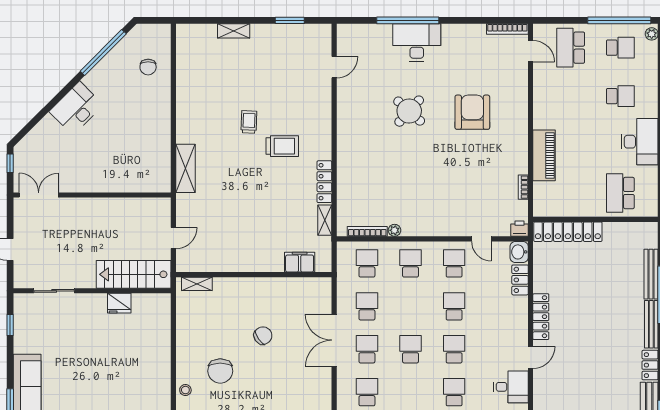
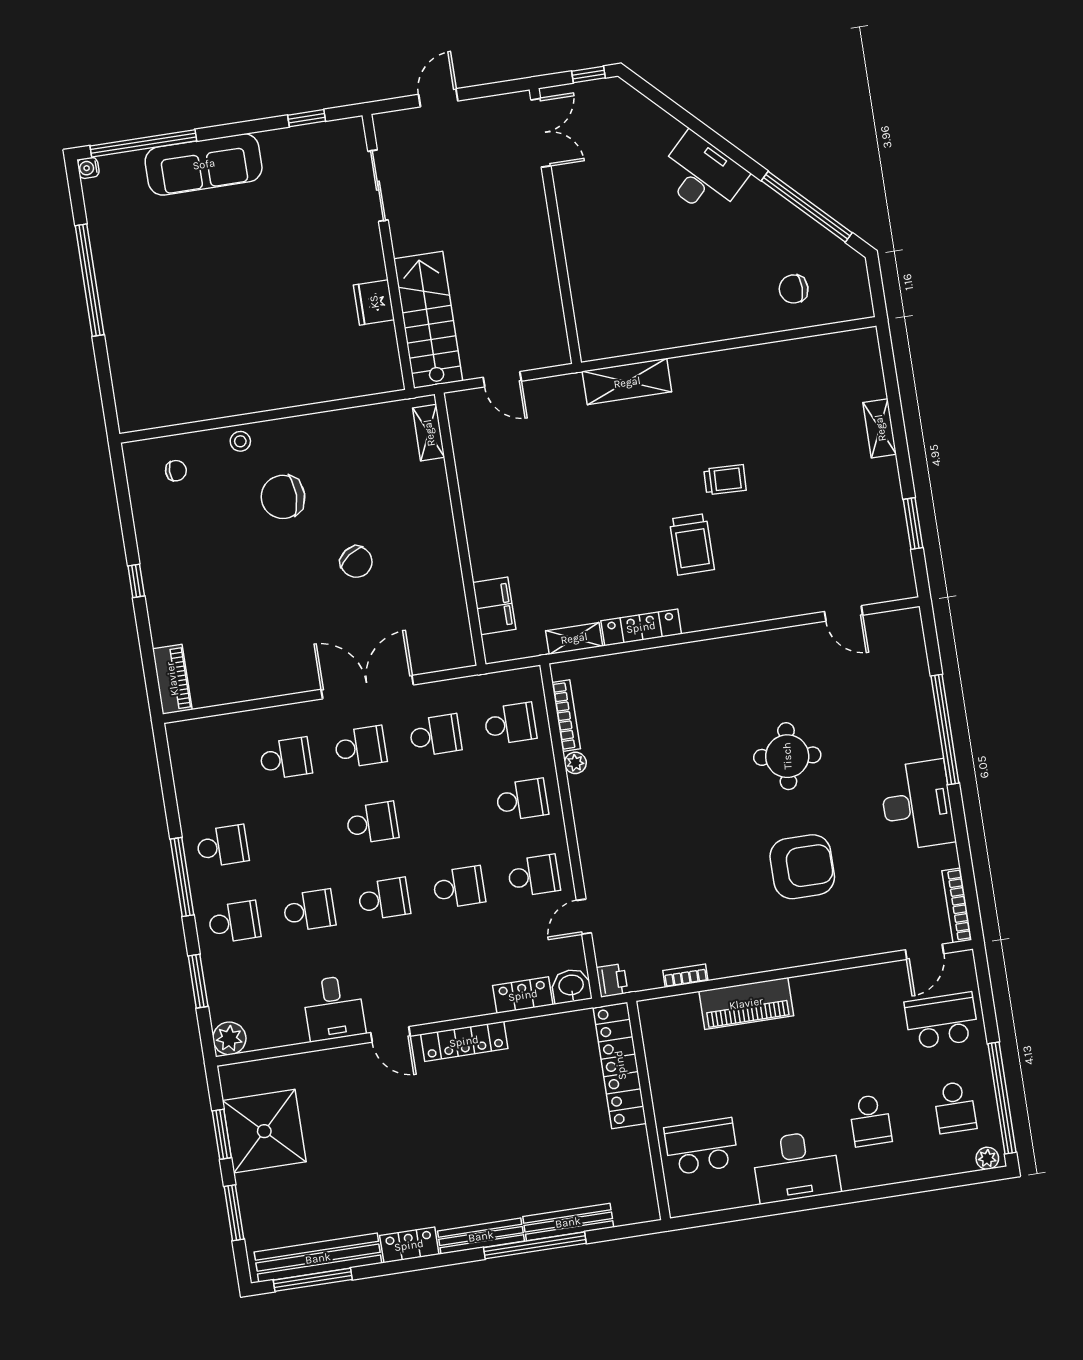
desk: (417, 43) -> (917, 805), moved
round table: (409, 111) -> (787, 756), turned -36

